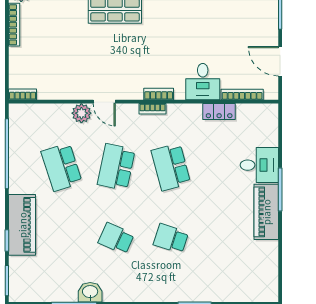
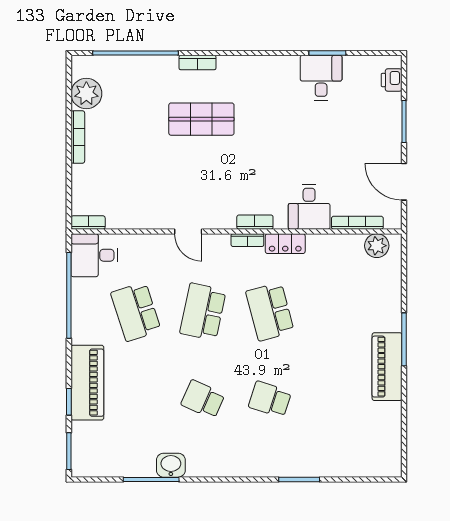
locker: (219, 112) -> (285, 244), moved
plant: (81, 113) -> (377, 246), moved
desk: (259, 165) -> (94, 255), moved, turned 180

